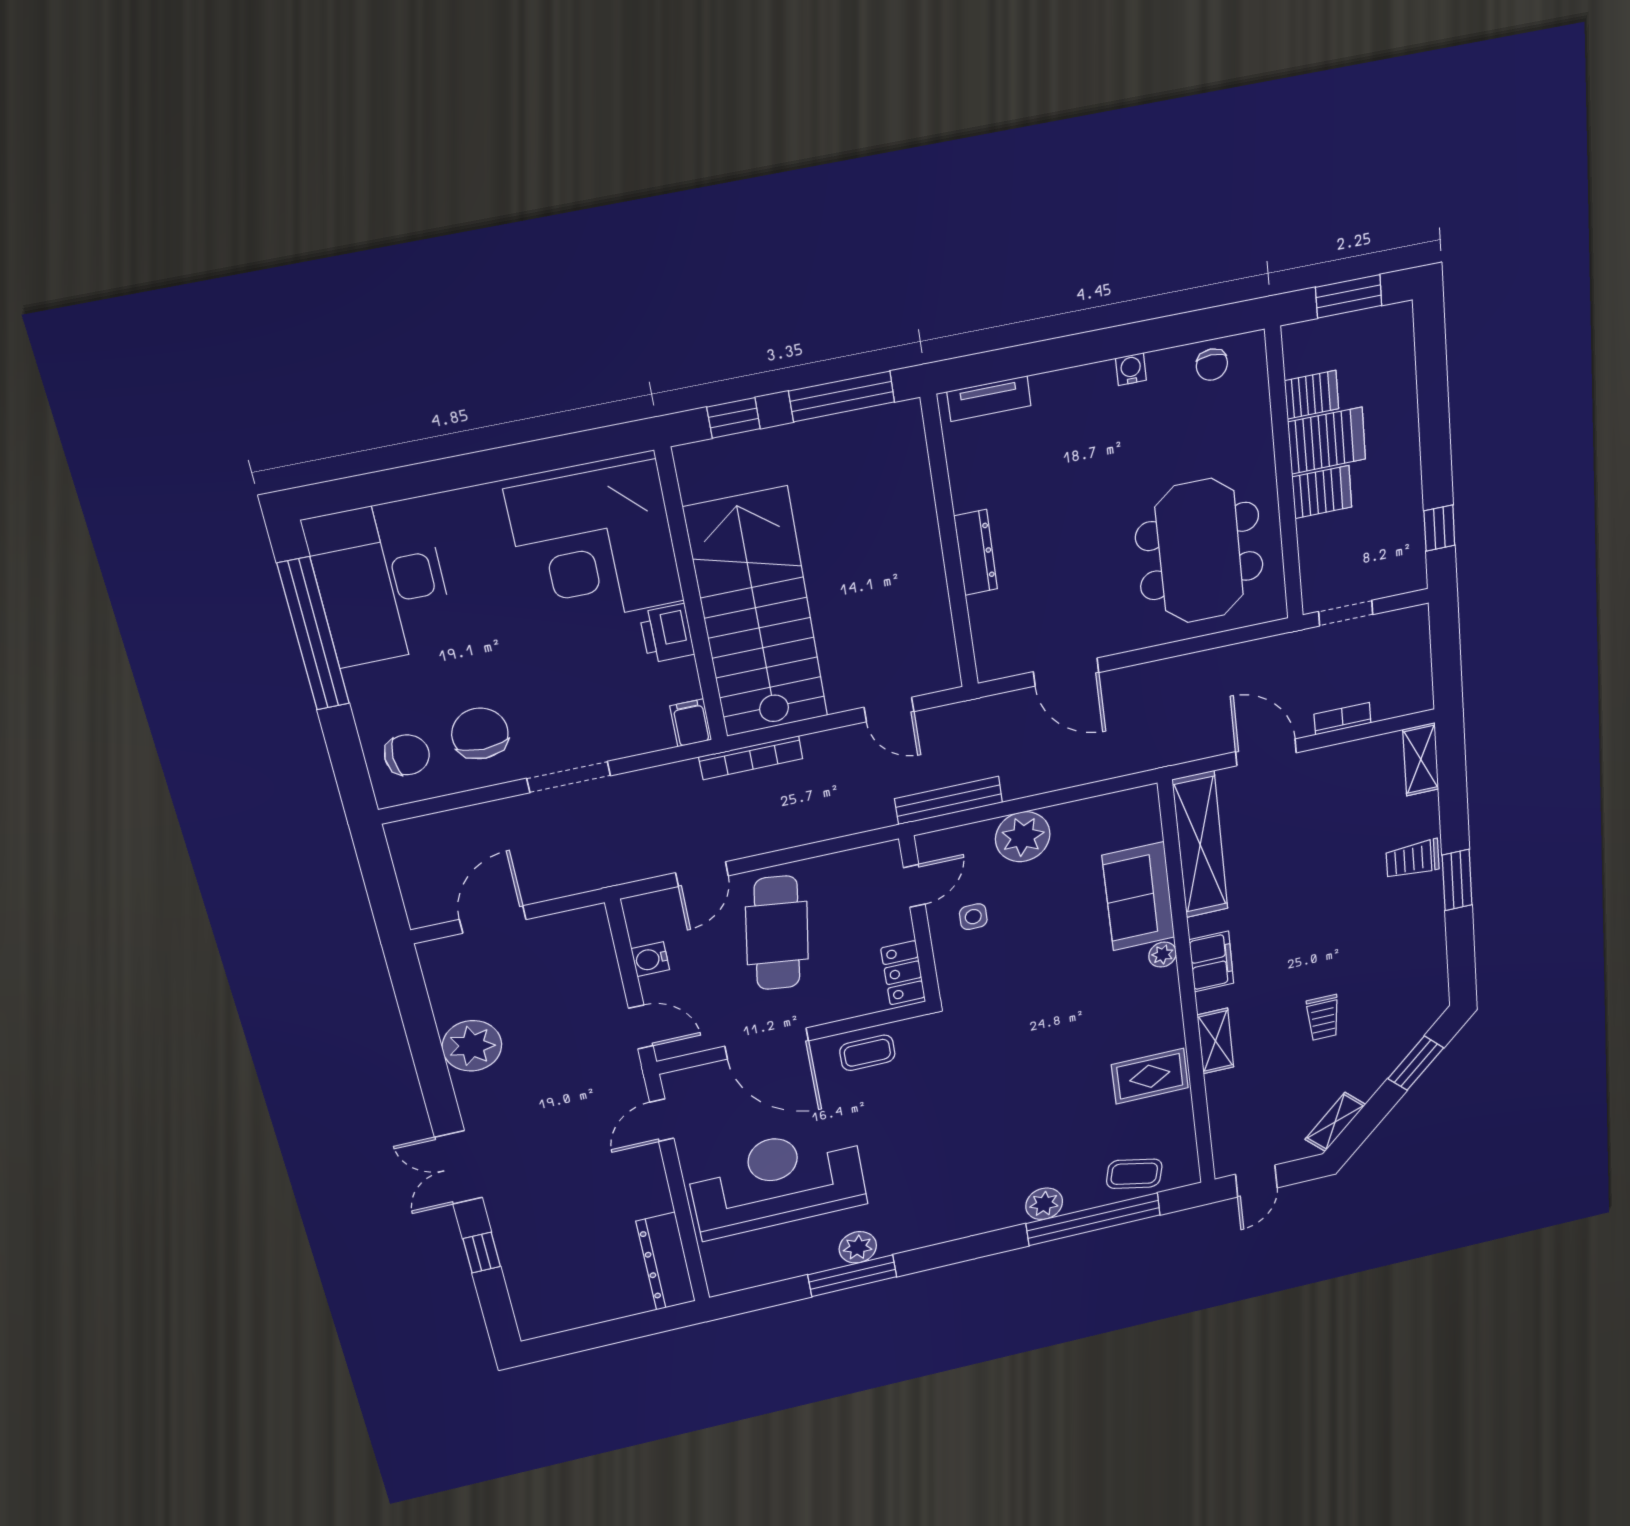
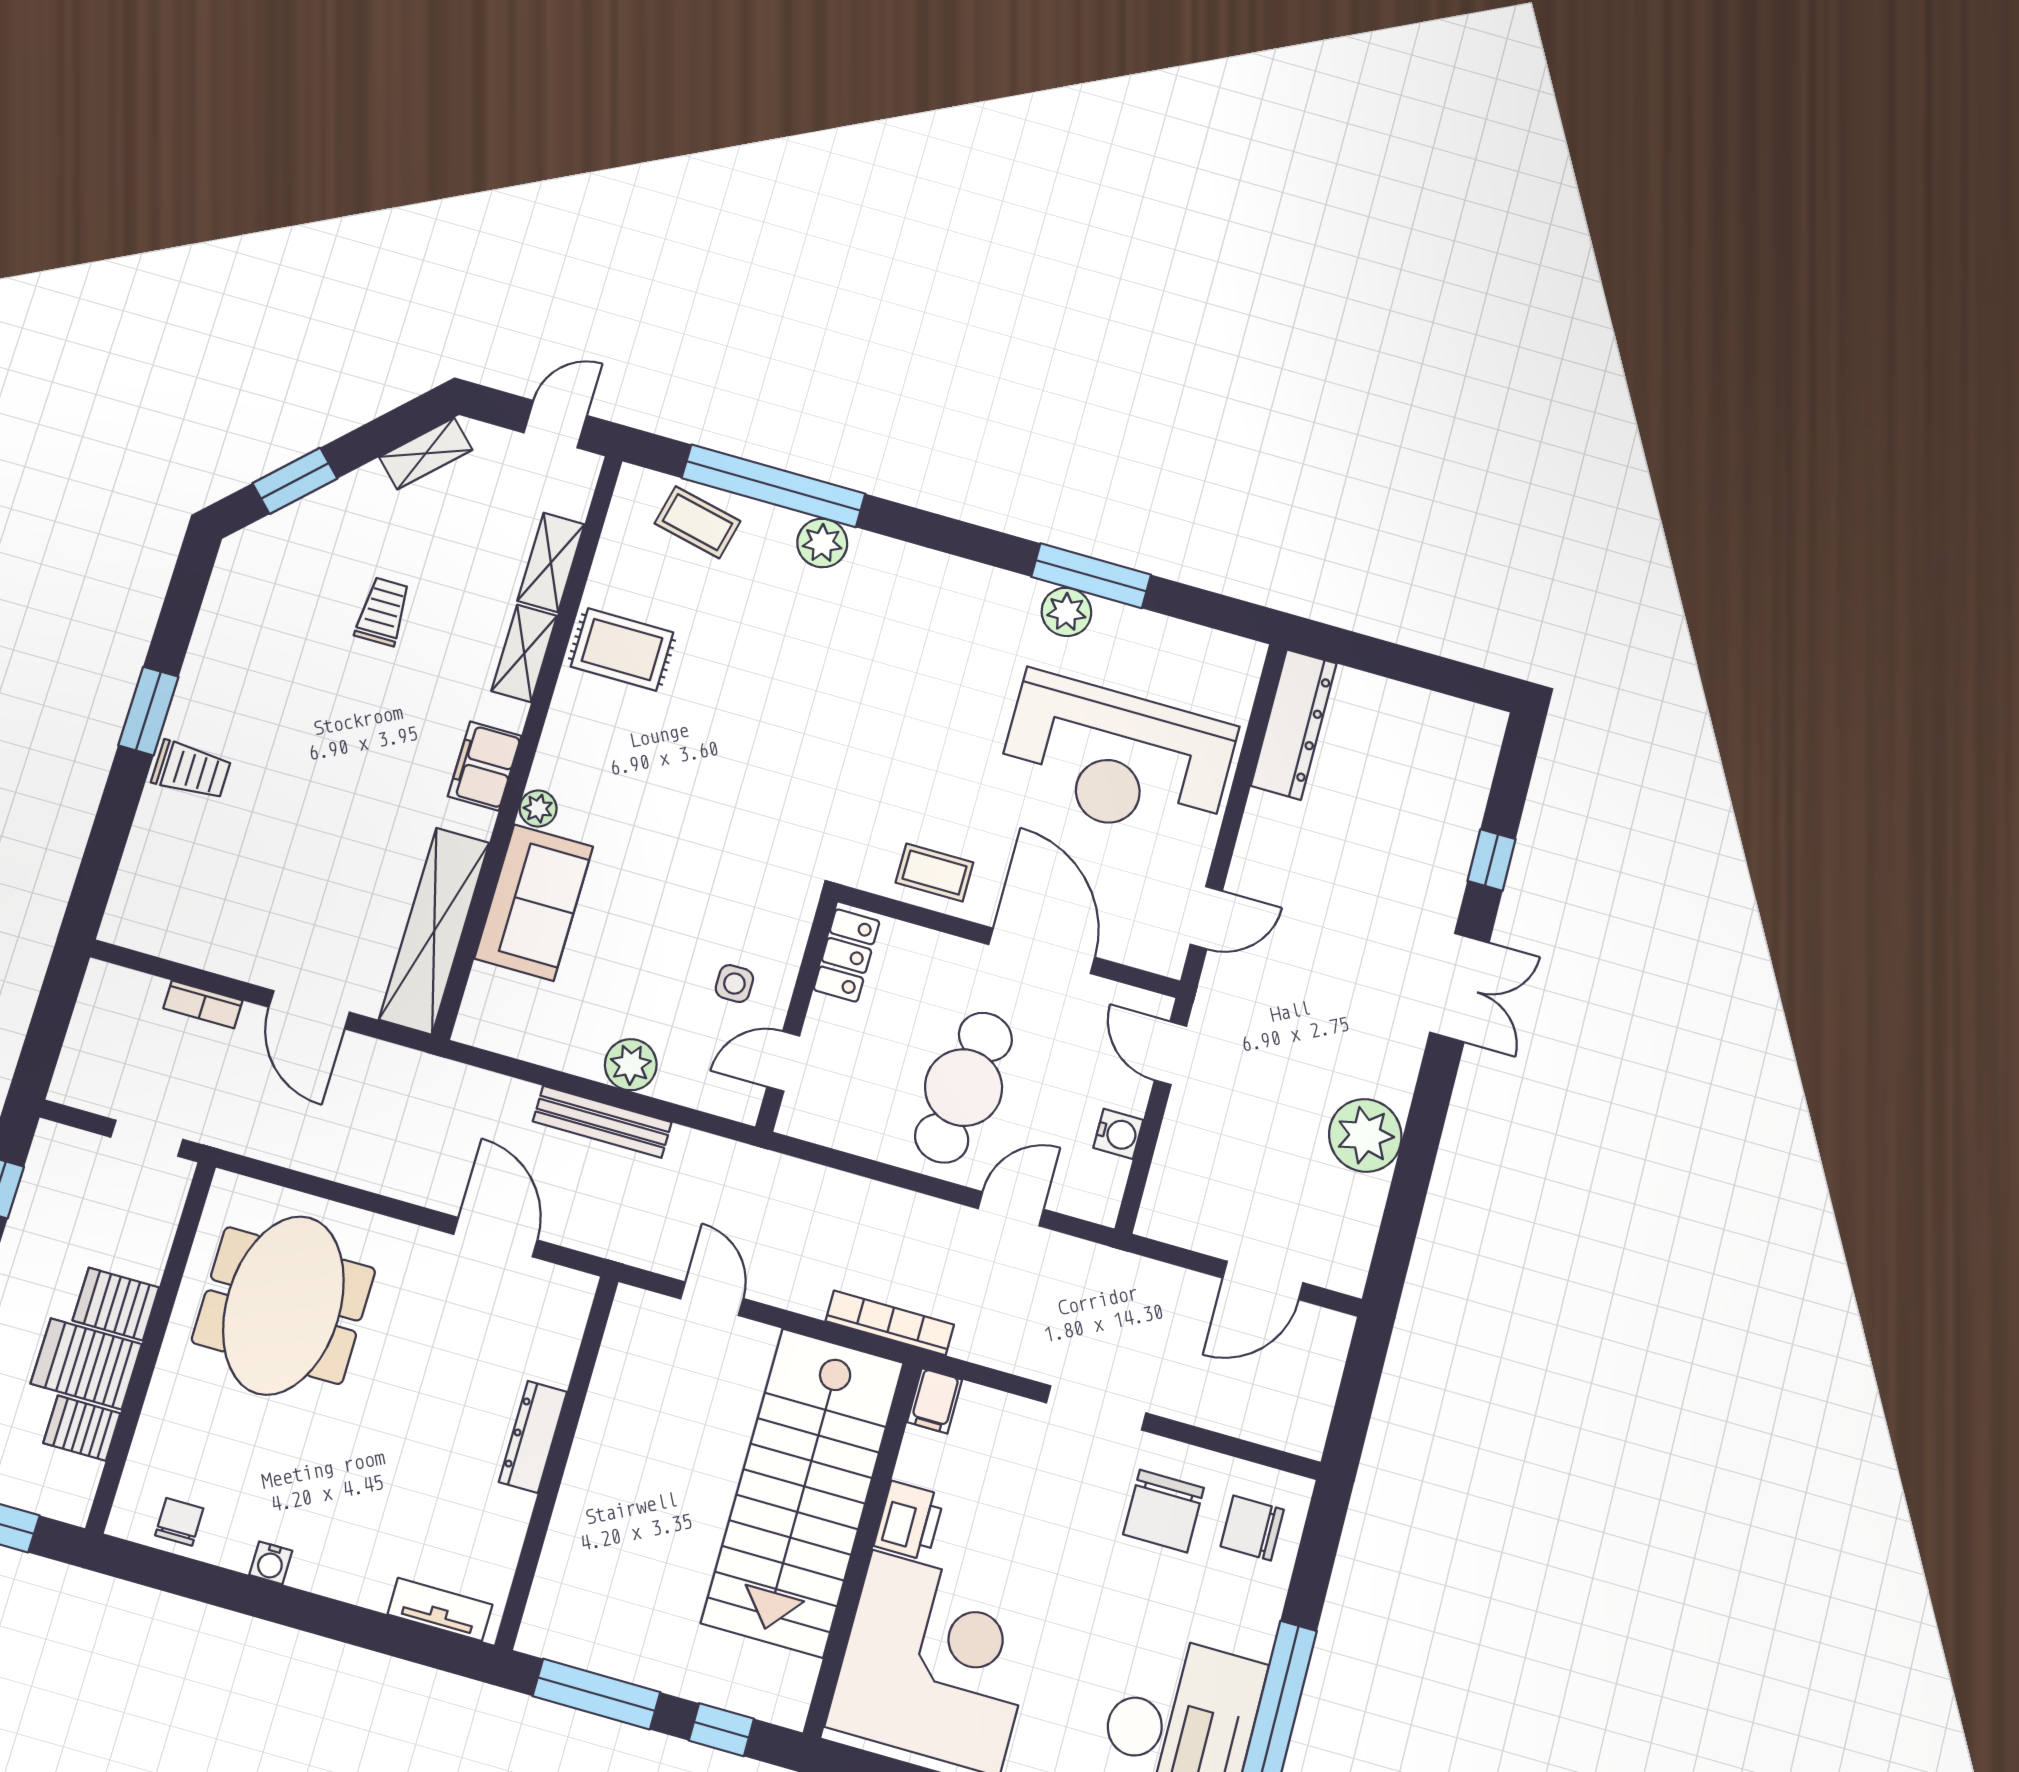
shelving: (1421, 759) -> (551, 562), moved
bench: (949, 801) -> (602, 1122), moved
plant: (1023, 837) -> (631, 1065), width x0.73, depth x0.73

